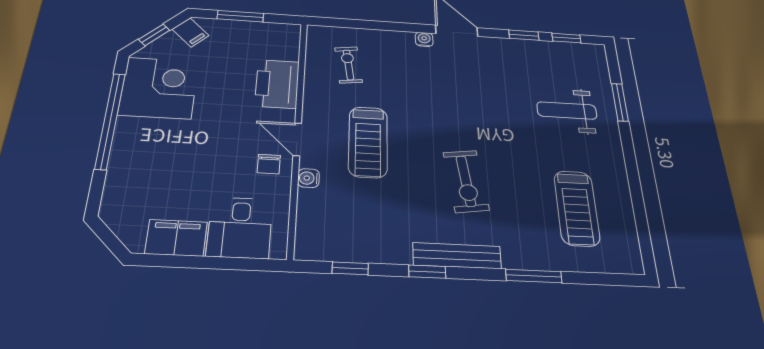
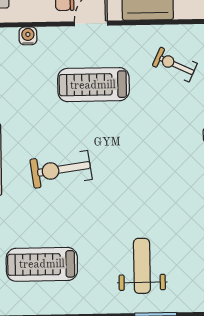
exercise bike: (348, 65) -> (175, 64), turned -147
water cooler: (308, 178) -> (28, 36), moved

